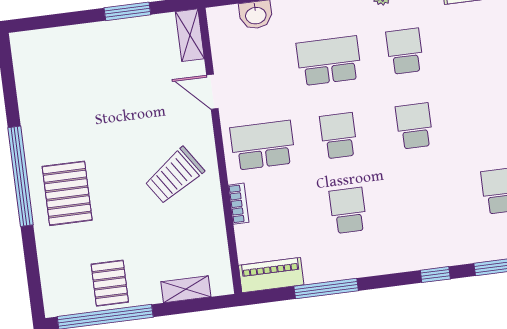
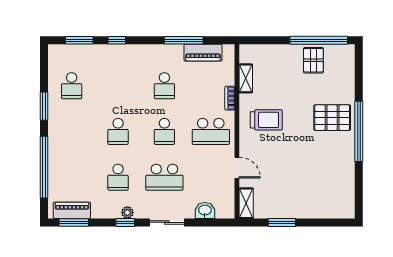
trolley: (174, 176) -> (266, 120), turned 34
pallet: (67, 193) -> (332, 118), turned 90
piano: (271, 275) -> (203, 53), moved
shelving: (186, 289) -> (246, 78), moved, turned 90

